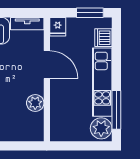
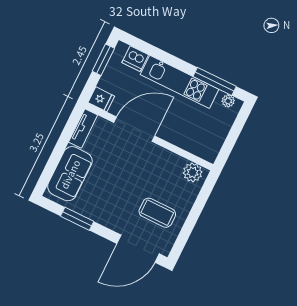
door: (47, 65) -> (134, 129), width x1.36
plant: (35, 103) -> (193, 172), moved
plant: (101, 128) -> (228, 101), width x0.53, depth x0.53

